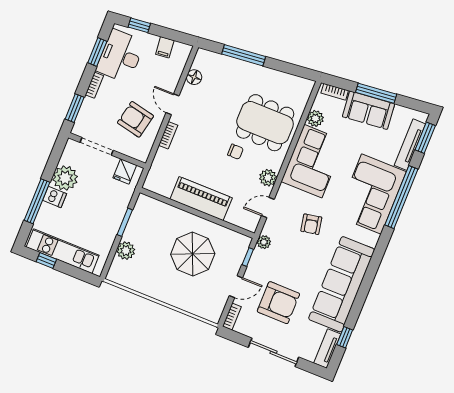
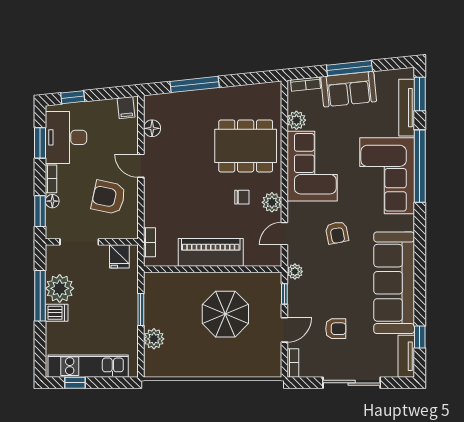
filing cabinet: (165, 47) -> (126, 108), moved
floor lamp: (88, 104) -> (52, 201), added
bookcase: (168, 135) -> (149, 242), moved
chair: (235, 152) -> (242, 197), moved
window: (37, 201) -> (40, 296), moved
armchair: (278, 303) -> (336, 329), width x0.53, depth x0.53

